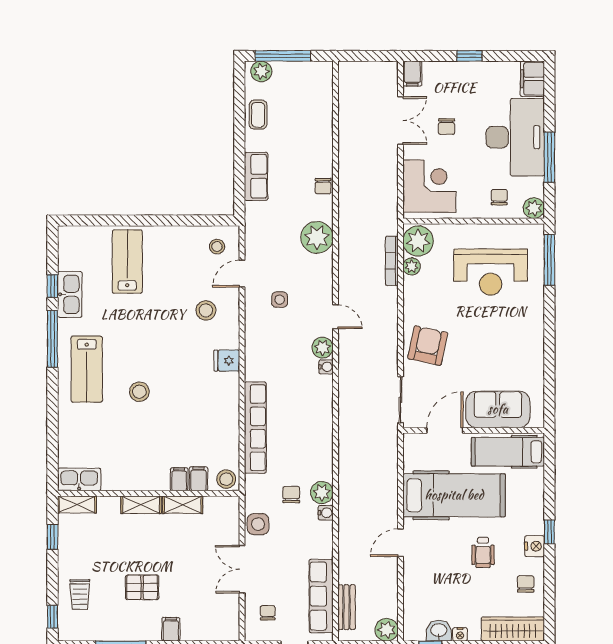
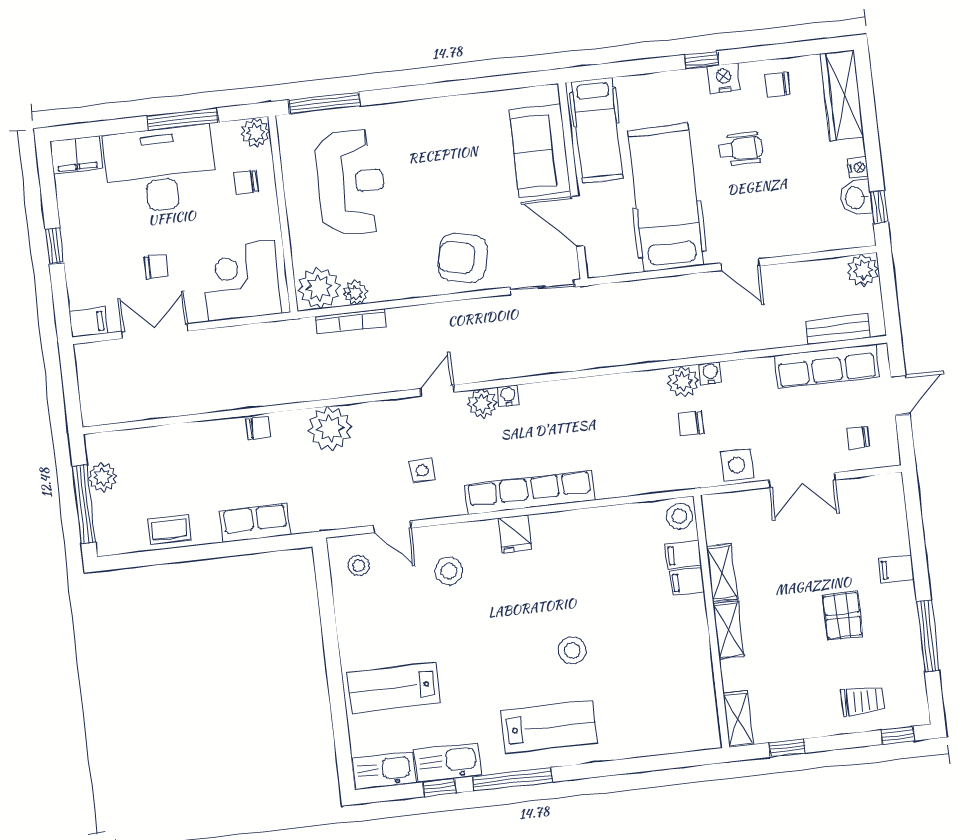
plant: (261, 71) -> (103, 477), moved
row of seats: (255, 428) -> (530, 492), moved
kitchen sink: (79, 479) -> (384, 771), moved, turned 90

